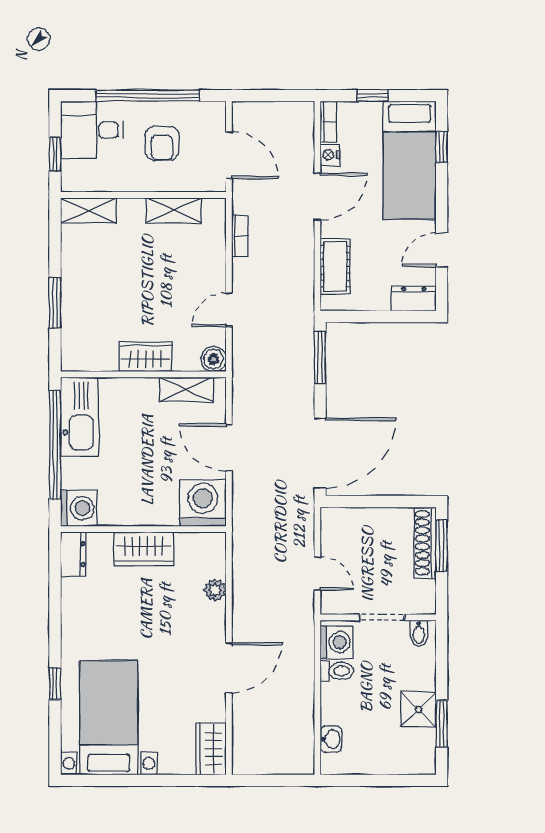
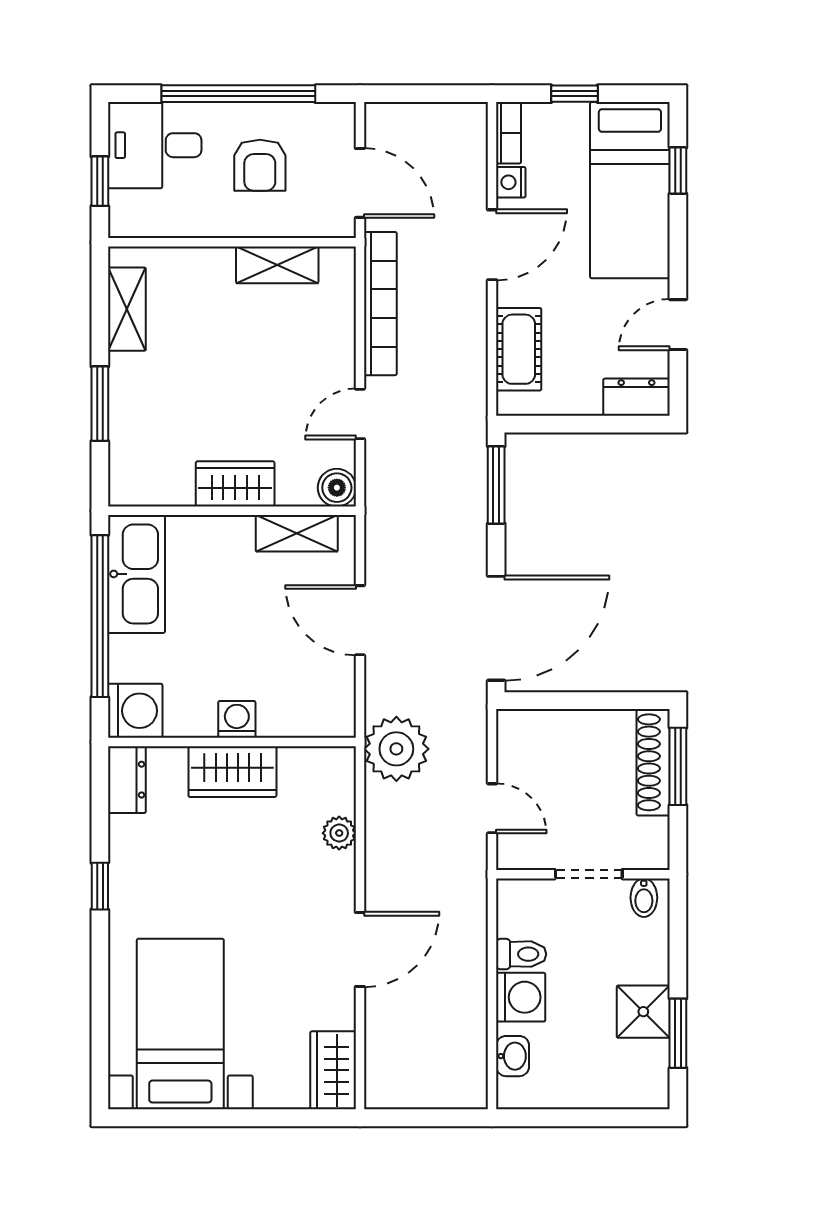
shelving: (88, 210) -> (127, 309), moved, turned 90
bookcase: (240, 236) -> (380, 304), width x2.31, depth x1.31
washing machine: (203, 503) -> (237, 719), moved, width x0.53, depth x0.53
plant: (253, 534) -> (396, 749), added
washing machine: (336, 642) -> (521, 997), moved
window: (55, 684) -> (100, 886), moved

